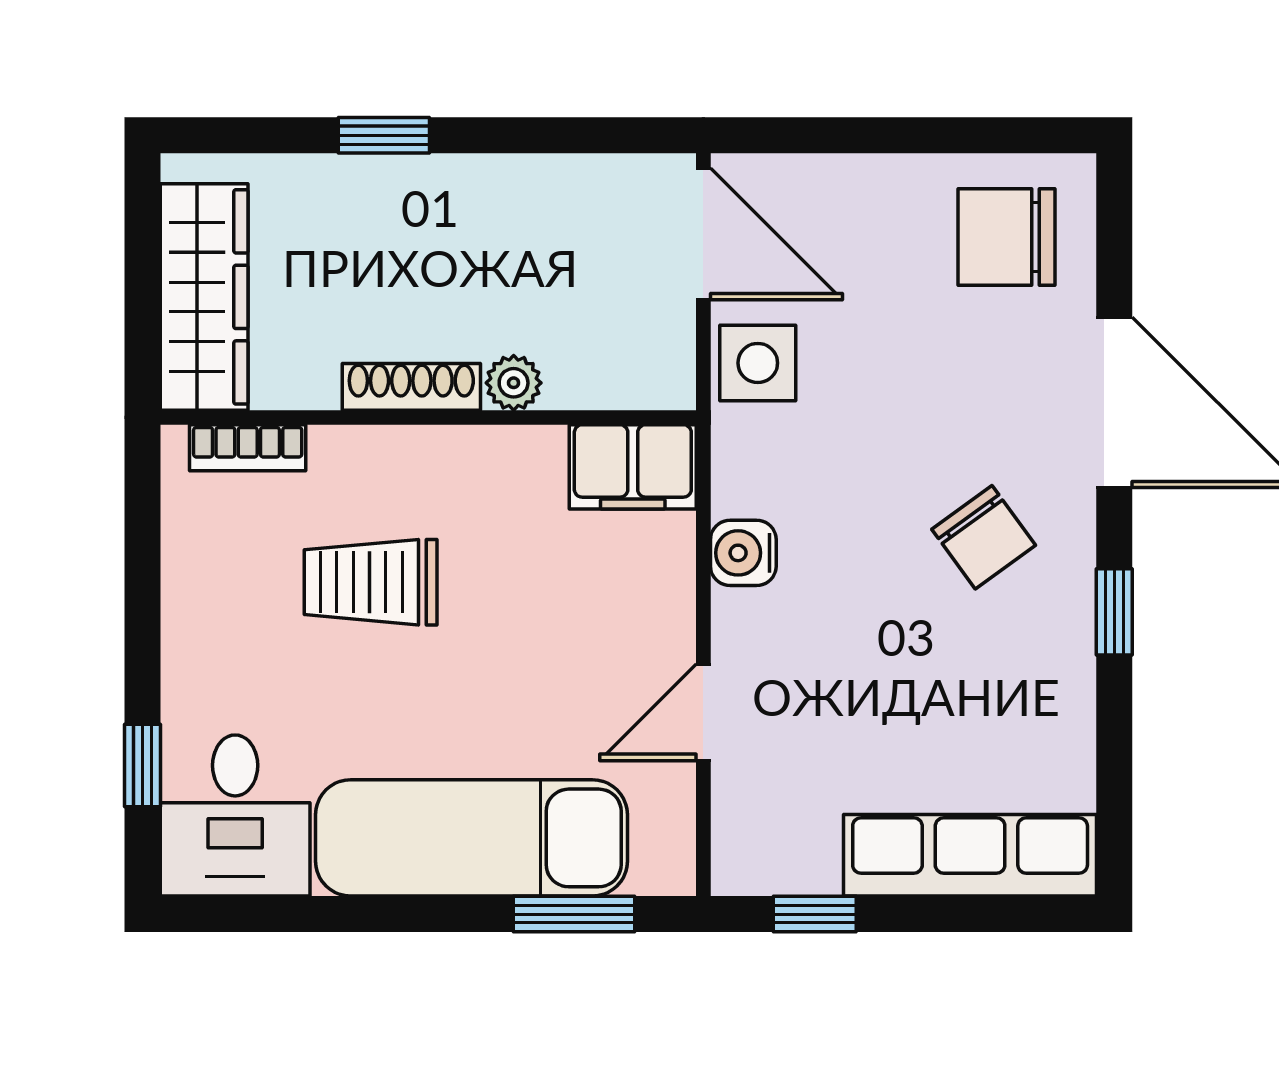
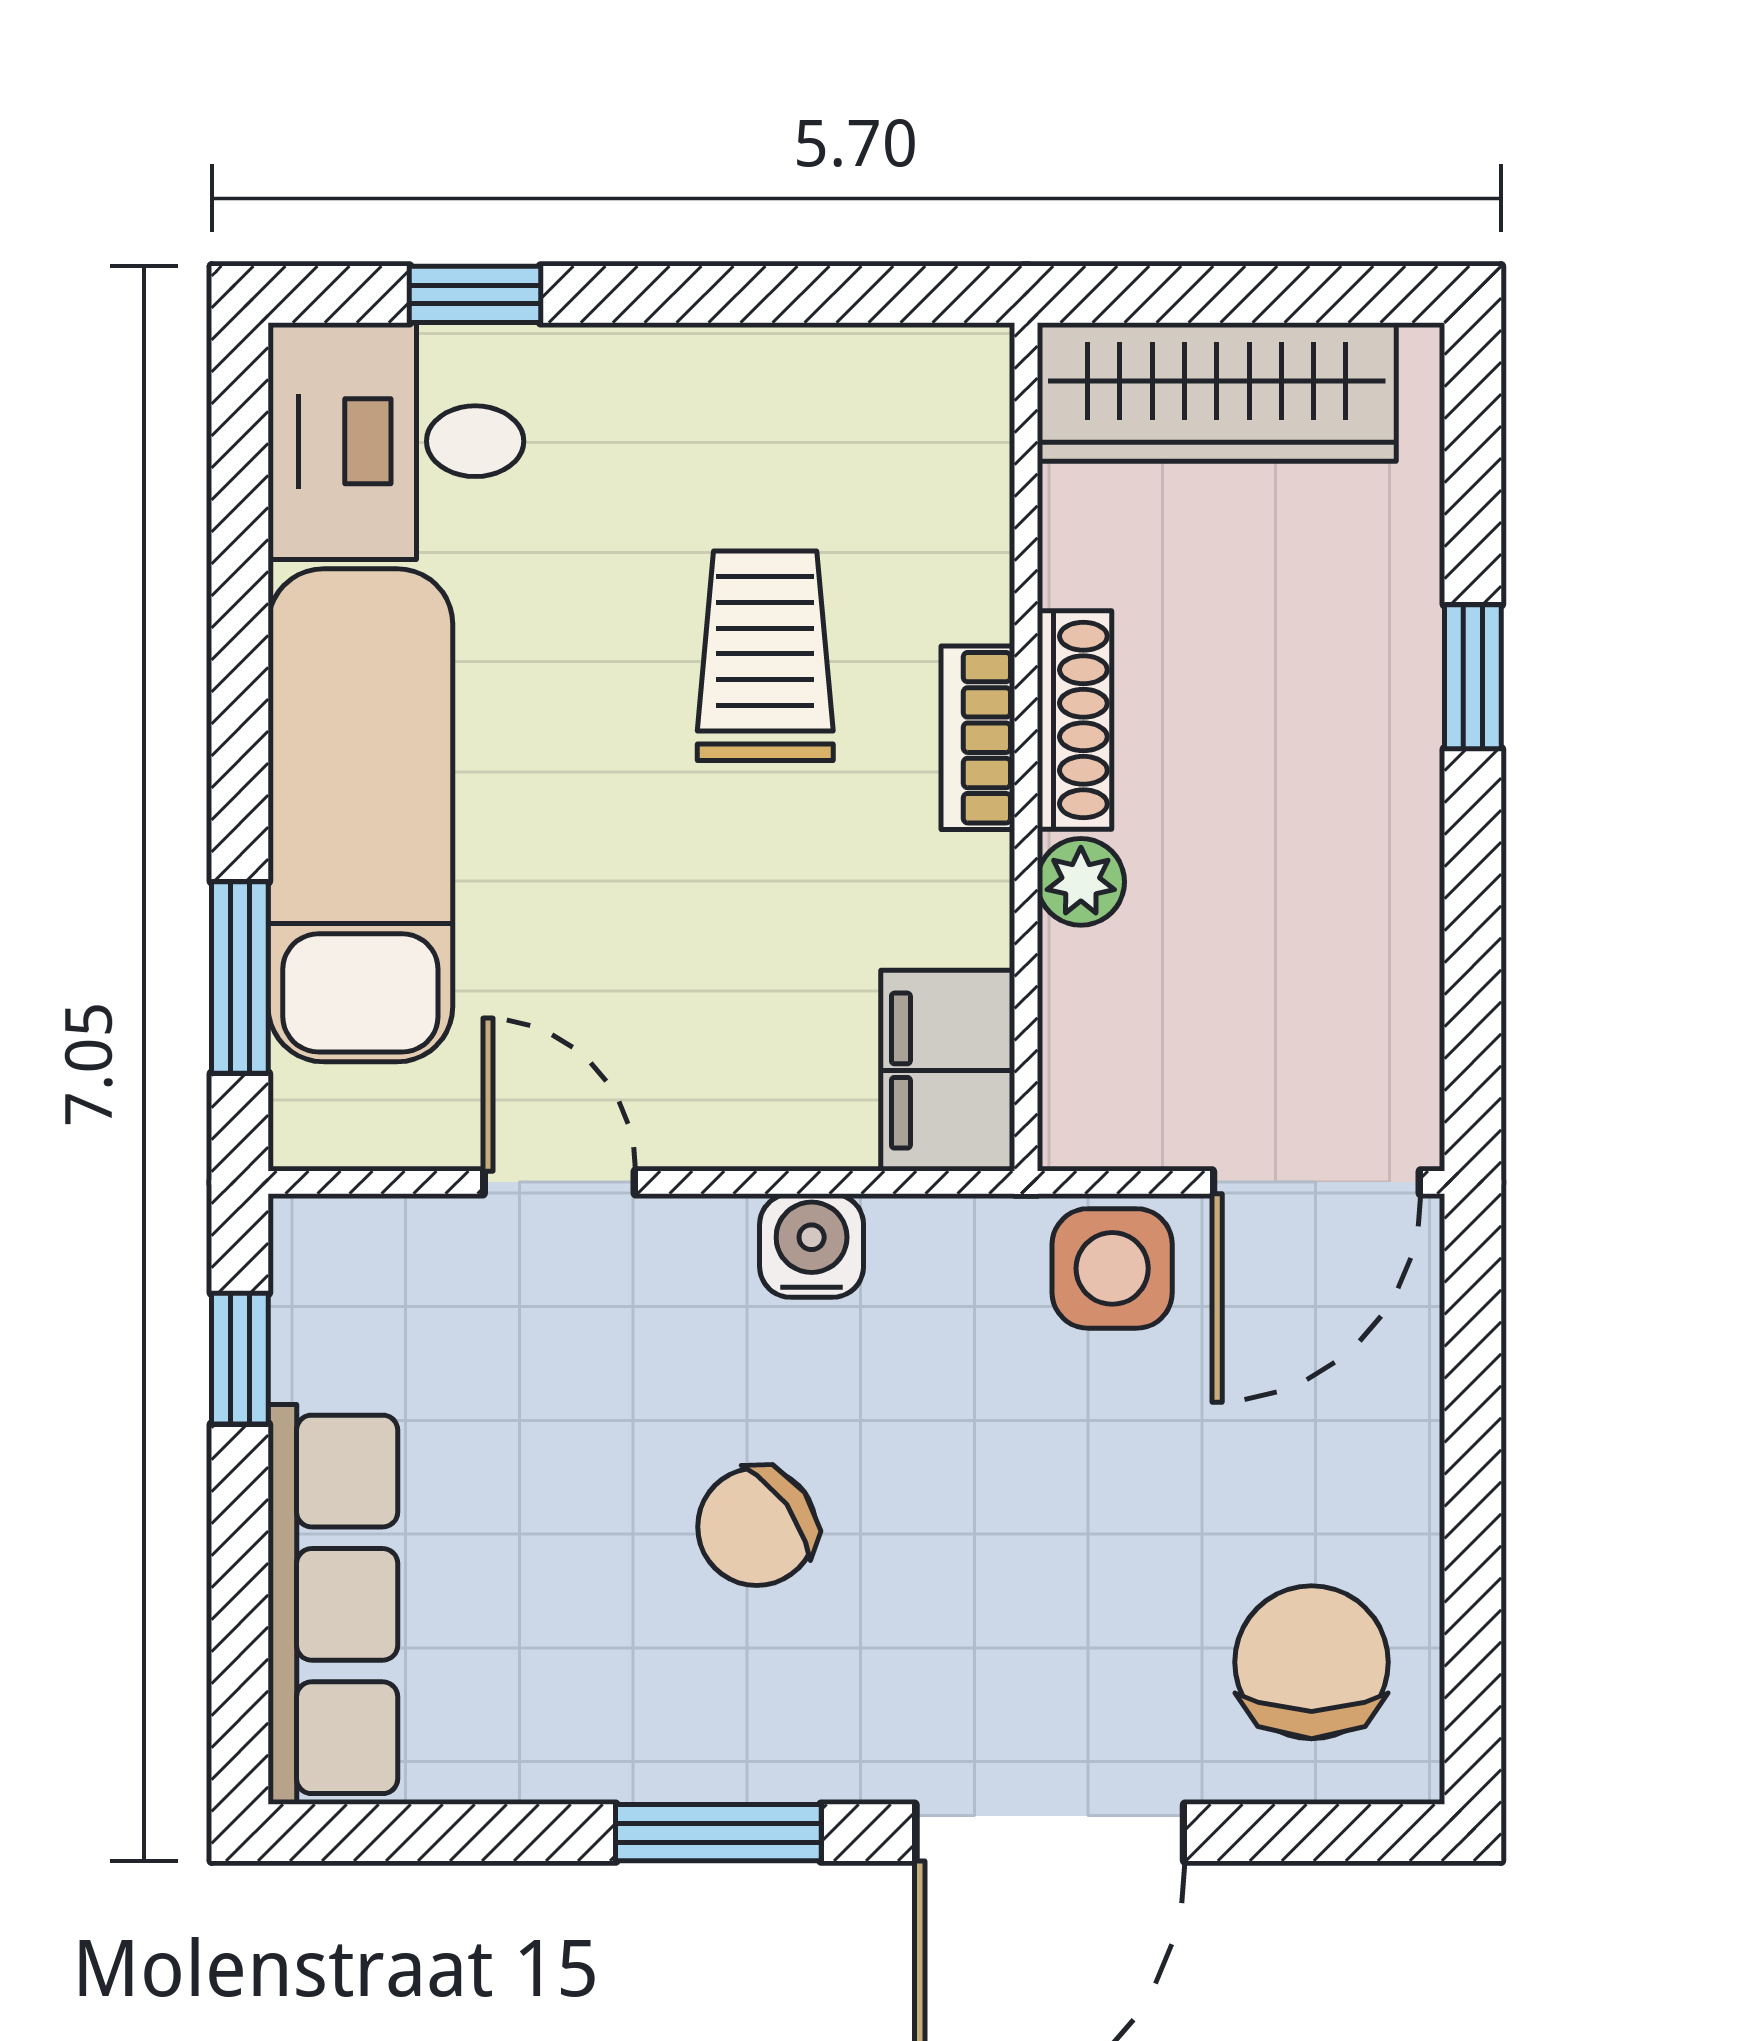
bookcase: (248, 448) -> (978, 738), moved
chair: (984, 537) -> (757, 1527), moved
window: (1114, 612) -> (718, 1833), width x1.50

